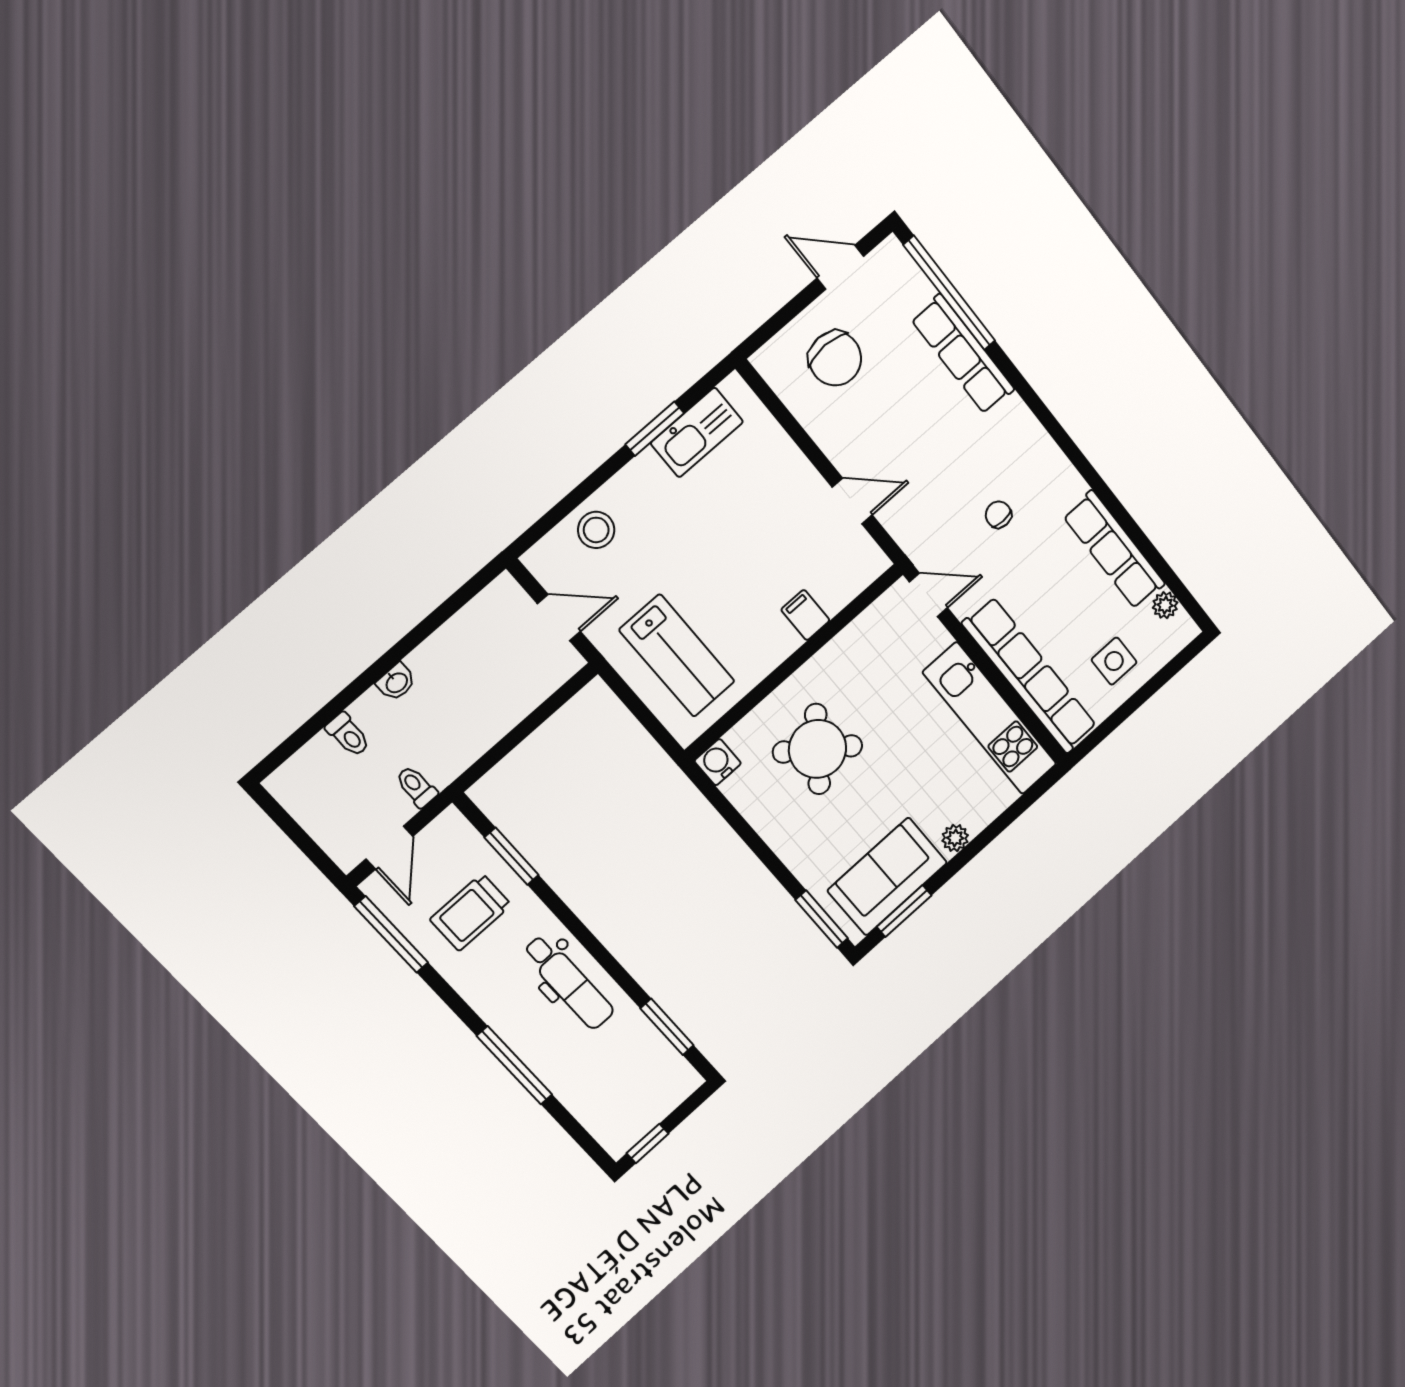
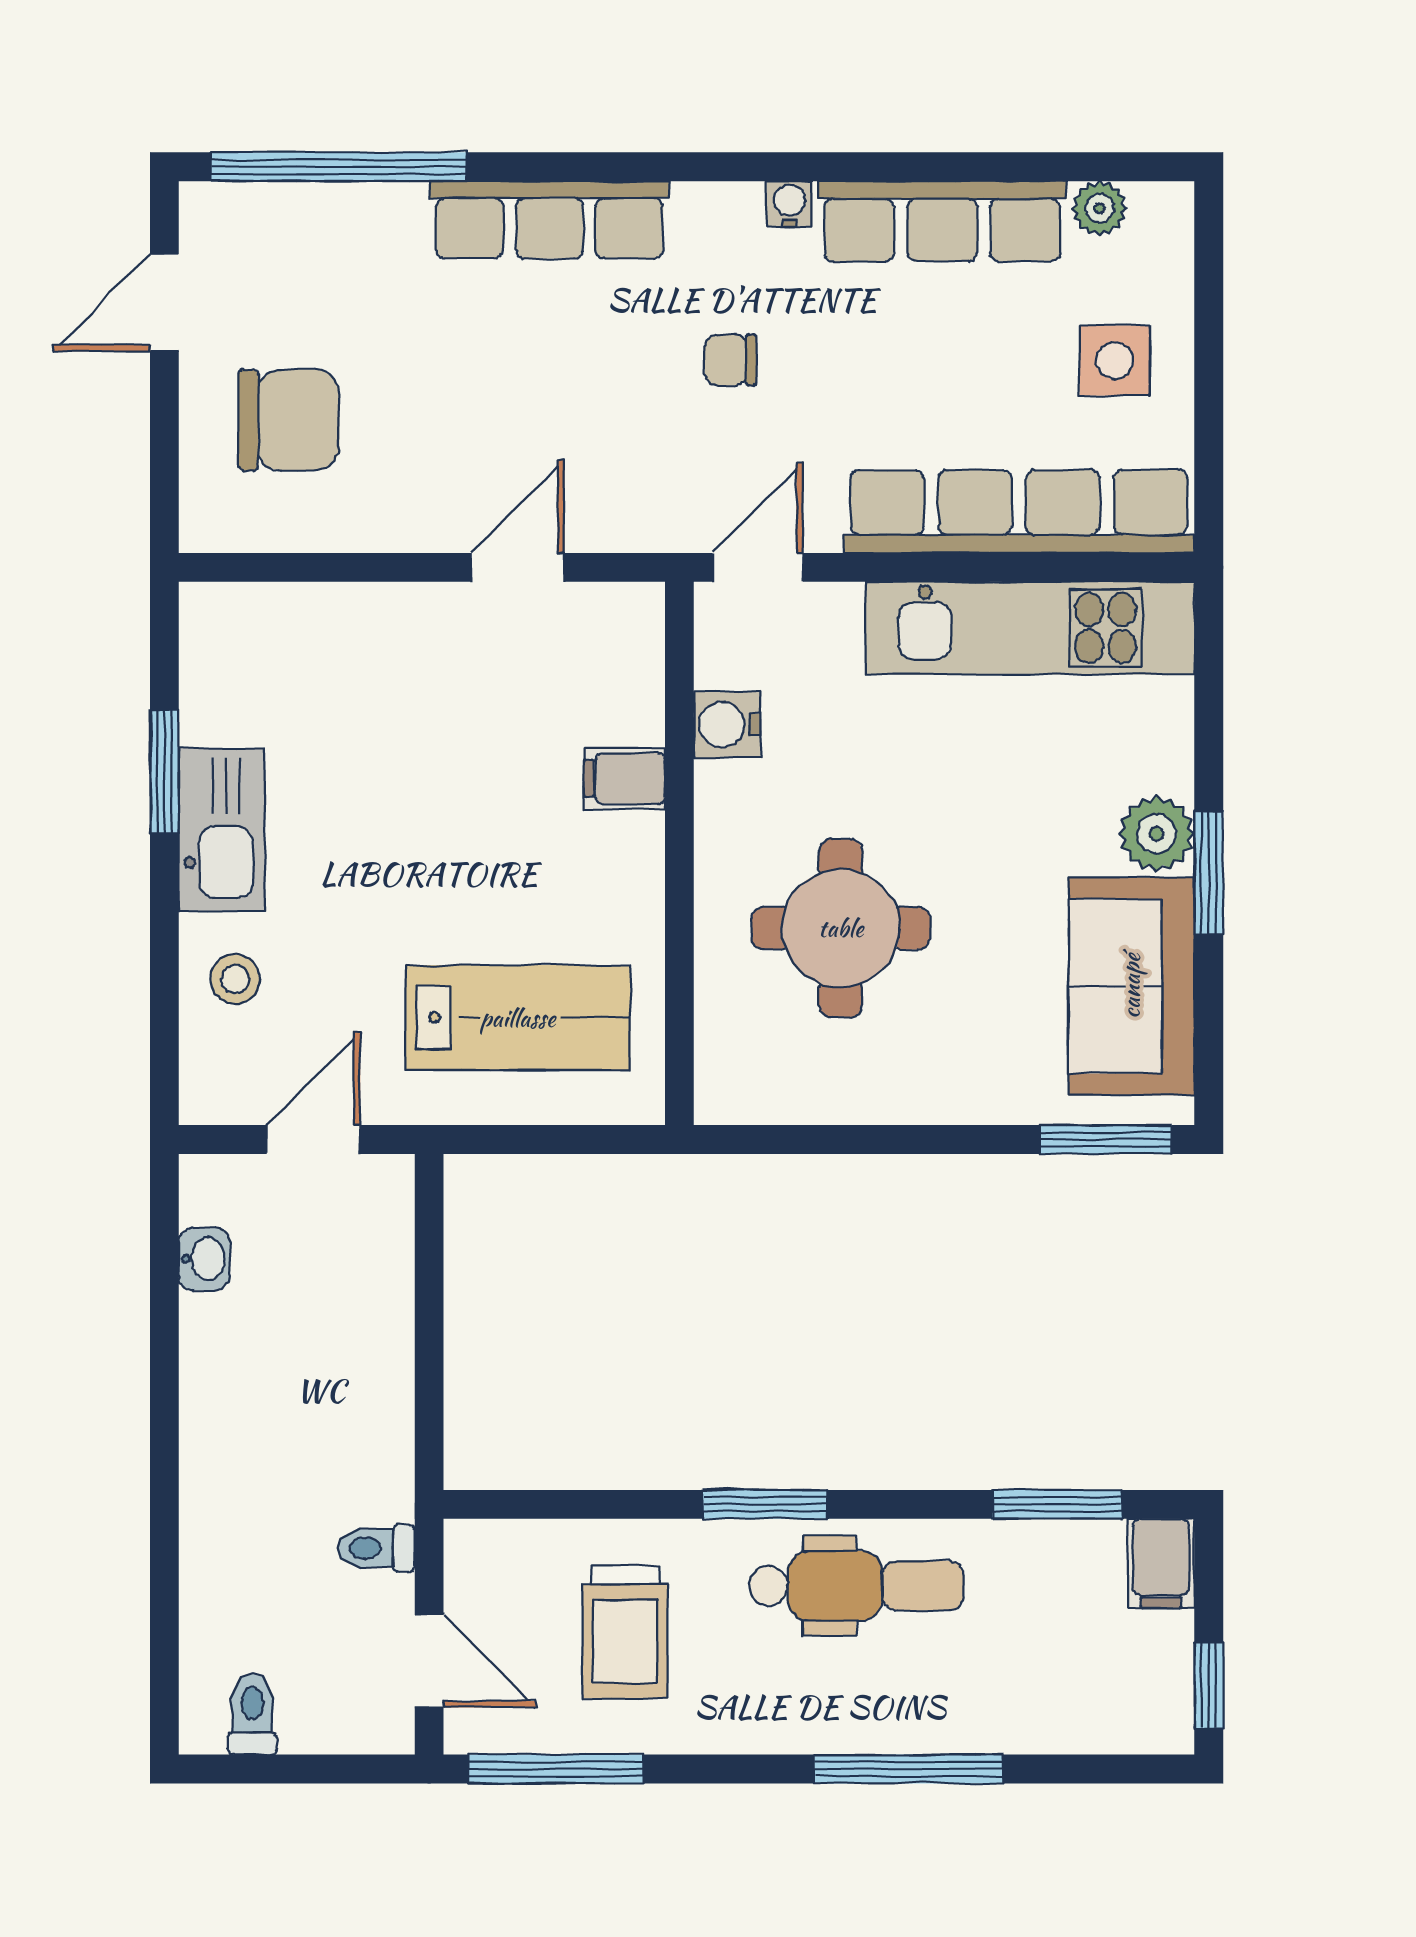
row of seats: (963, 354) -> (550, 220), moved
kitchen sink: (697, 432) -> (222, 830), moved
water cooler: (1075, 485) -> (789, 204), added
stool: (596, 530) -> (235, 979), width x0.73, depth x0.73
washbasin: (396, 682) -> (204, 1259), moved
toilet: (348, 735) -> (252, 1714), moved, turned -90
round table: (818, 749) -> (841, 928), turned -37
water cooler: (718, 762) -> (727, 725), moved
plant: (955, 838) -> (1157, 834), width x1.38, depth x1.38
window: (512, 856) -> (765, 1504), moved
window: (904, 911) -> (1209, 873), moved
filing cabinet: (678, 1084) -> (1161, 1563), added

